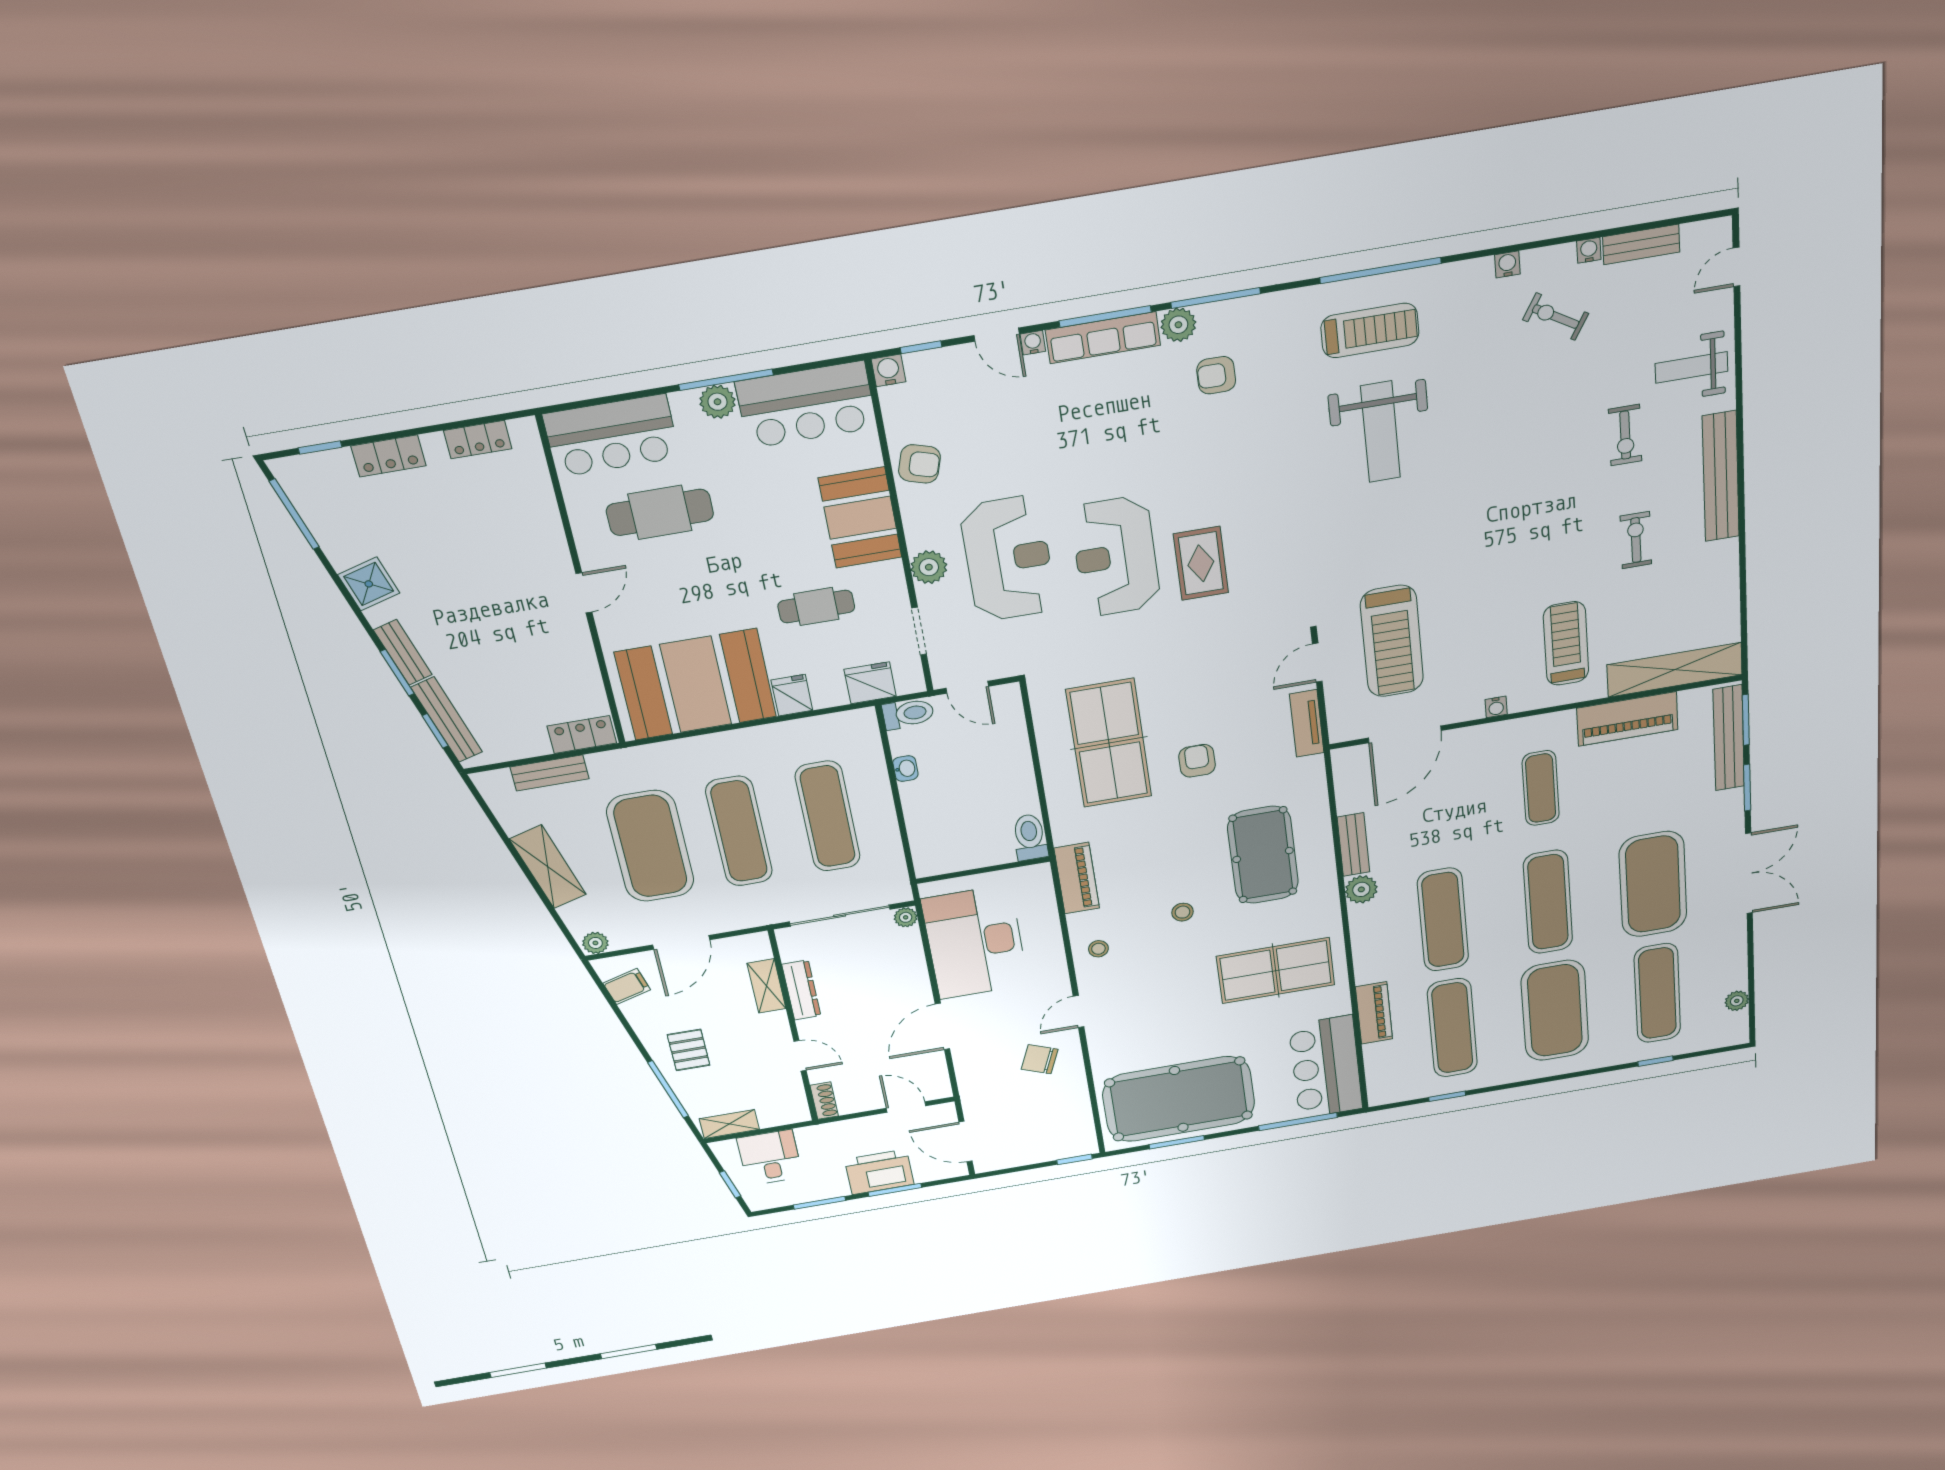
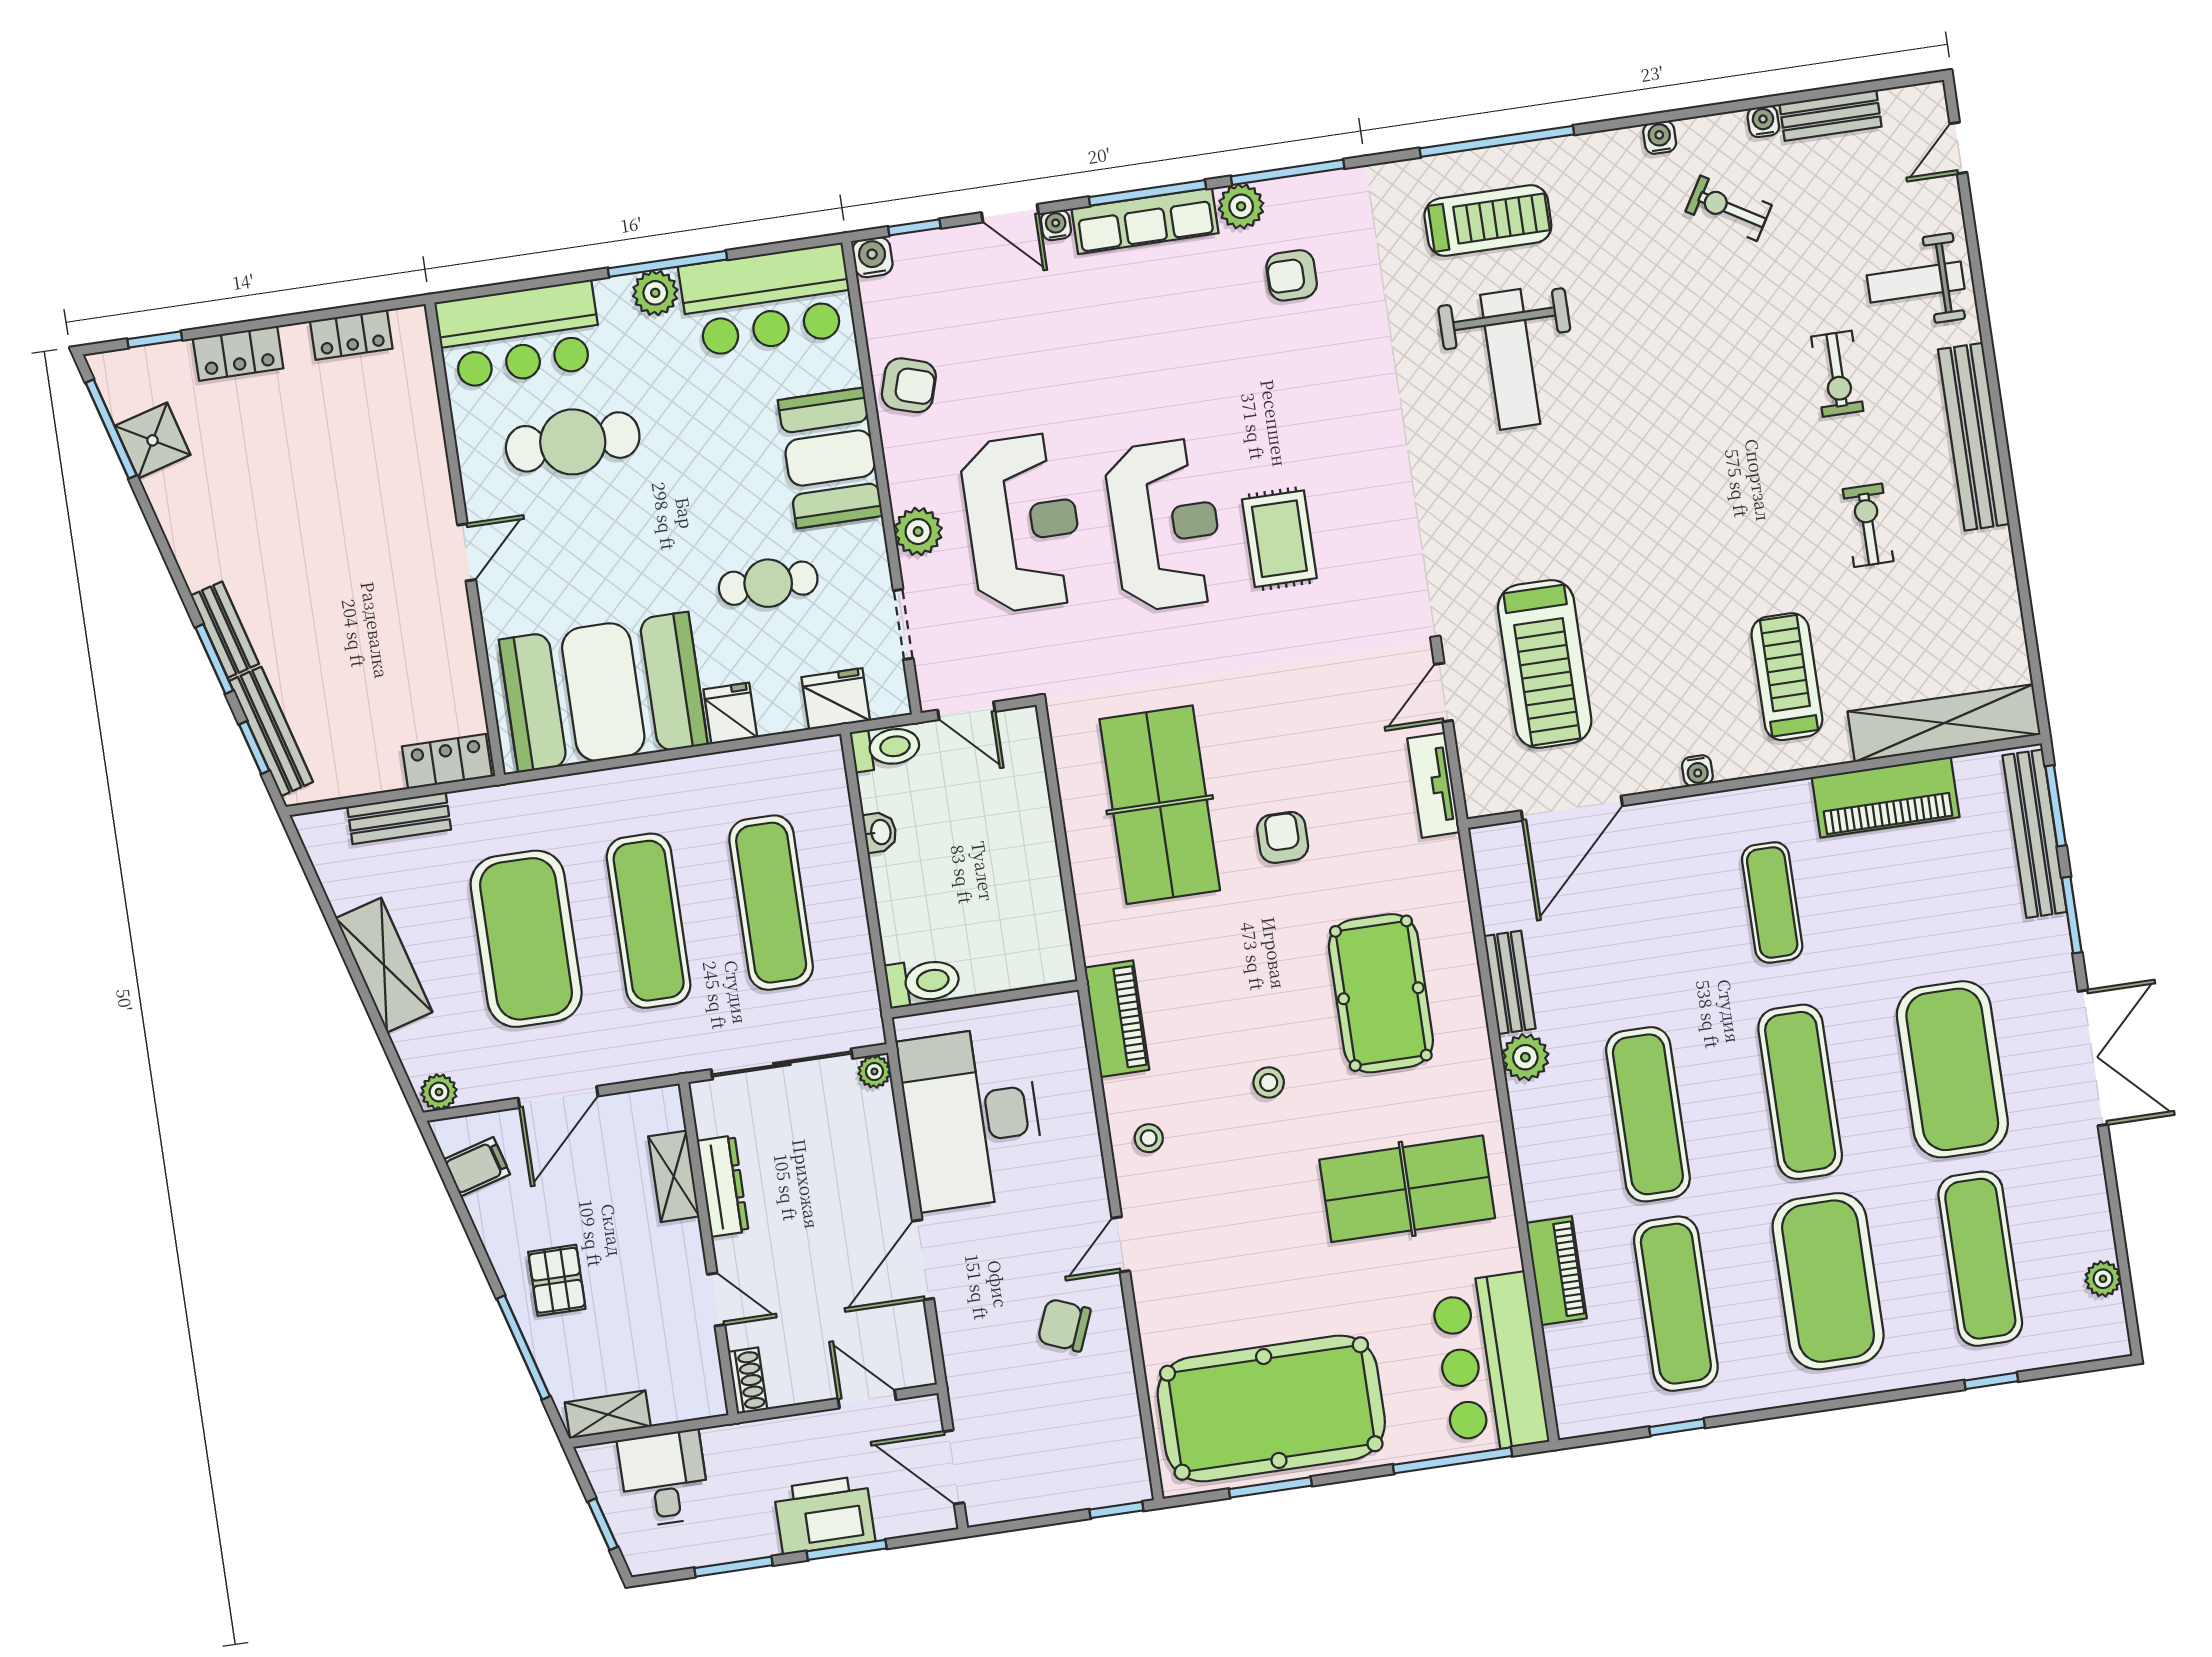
reception desk: (1116, 556) -> (1165, 525), turned 180
shower: (369, 584) -> (153, 440), moved
toilet: (1030, 837) -> (923, 982), moved, turned 90

